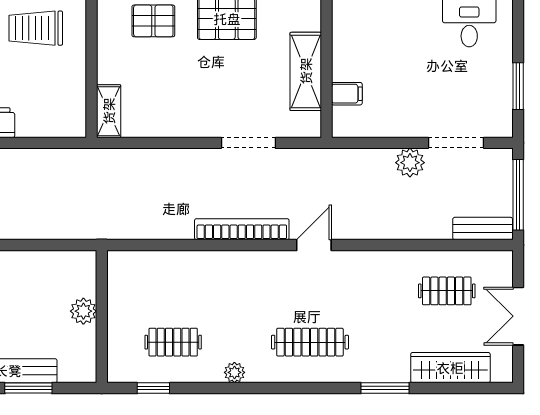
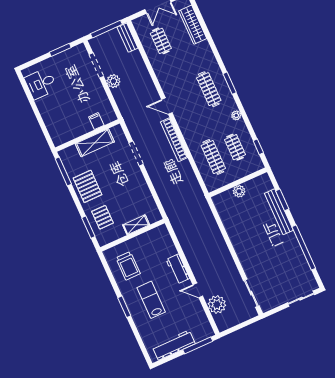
shelving: (109, 111) -> (136, 225), moved
clothes rail: (173, 291) -> (213, 157), added
window: (385, 388) -> (230, 83), moved

